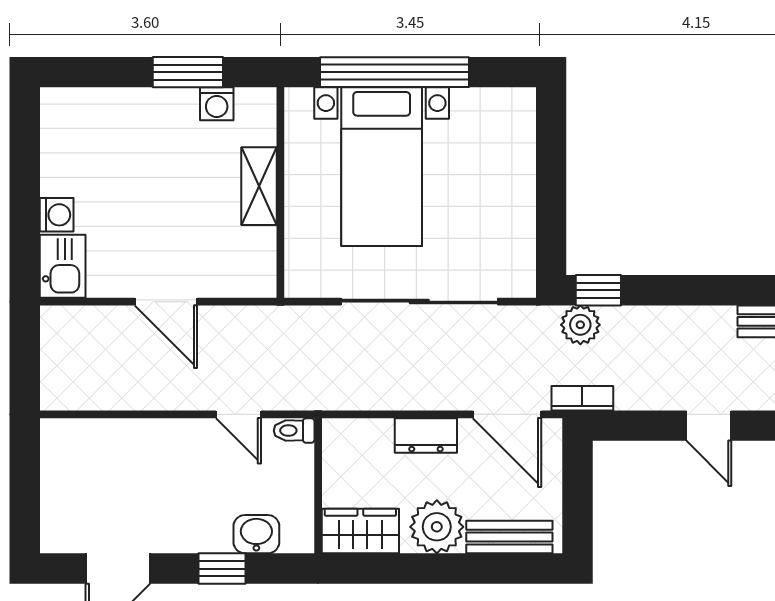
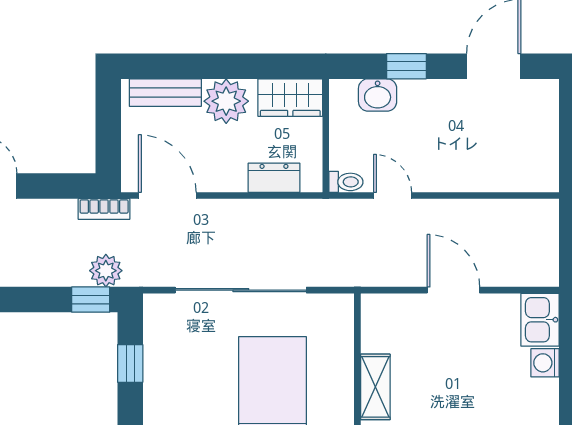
window: (551, 214) -> (130, 363), added
dresser: (426, 435) -> (274, 178), moved

